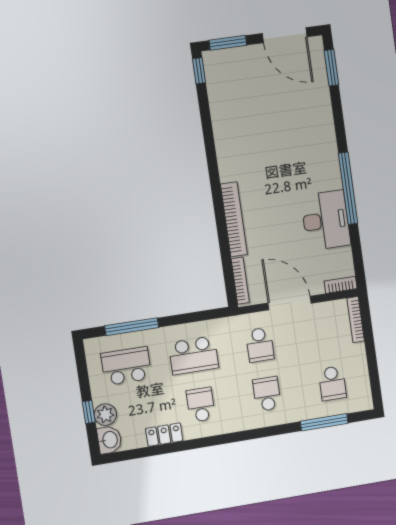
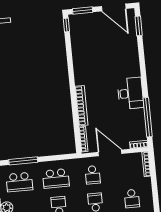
window: (348, 188) -> (148, 117), moved
desk: (326, 220) -> (130, 93), moved
school desk: (126, 366) -> (19, 182), turned 180

